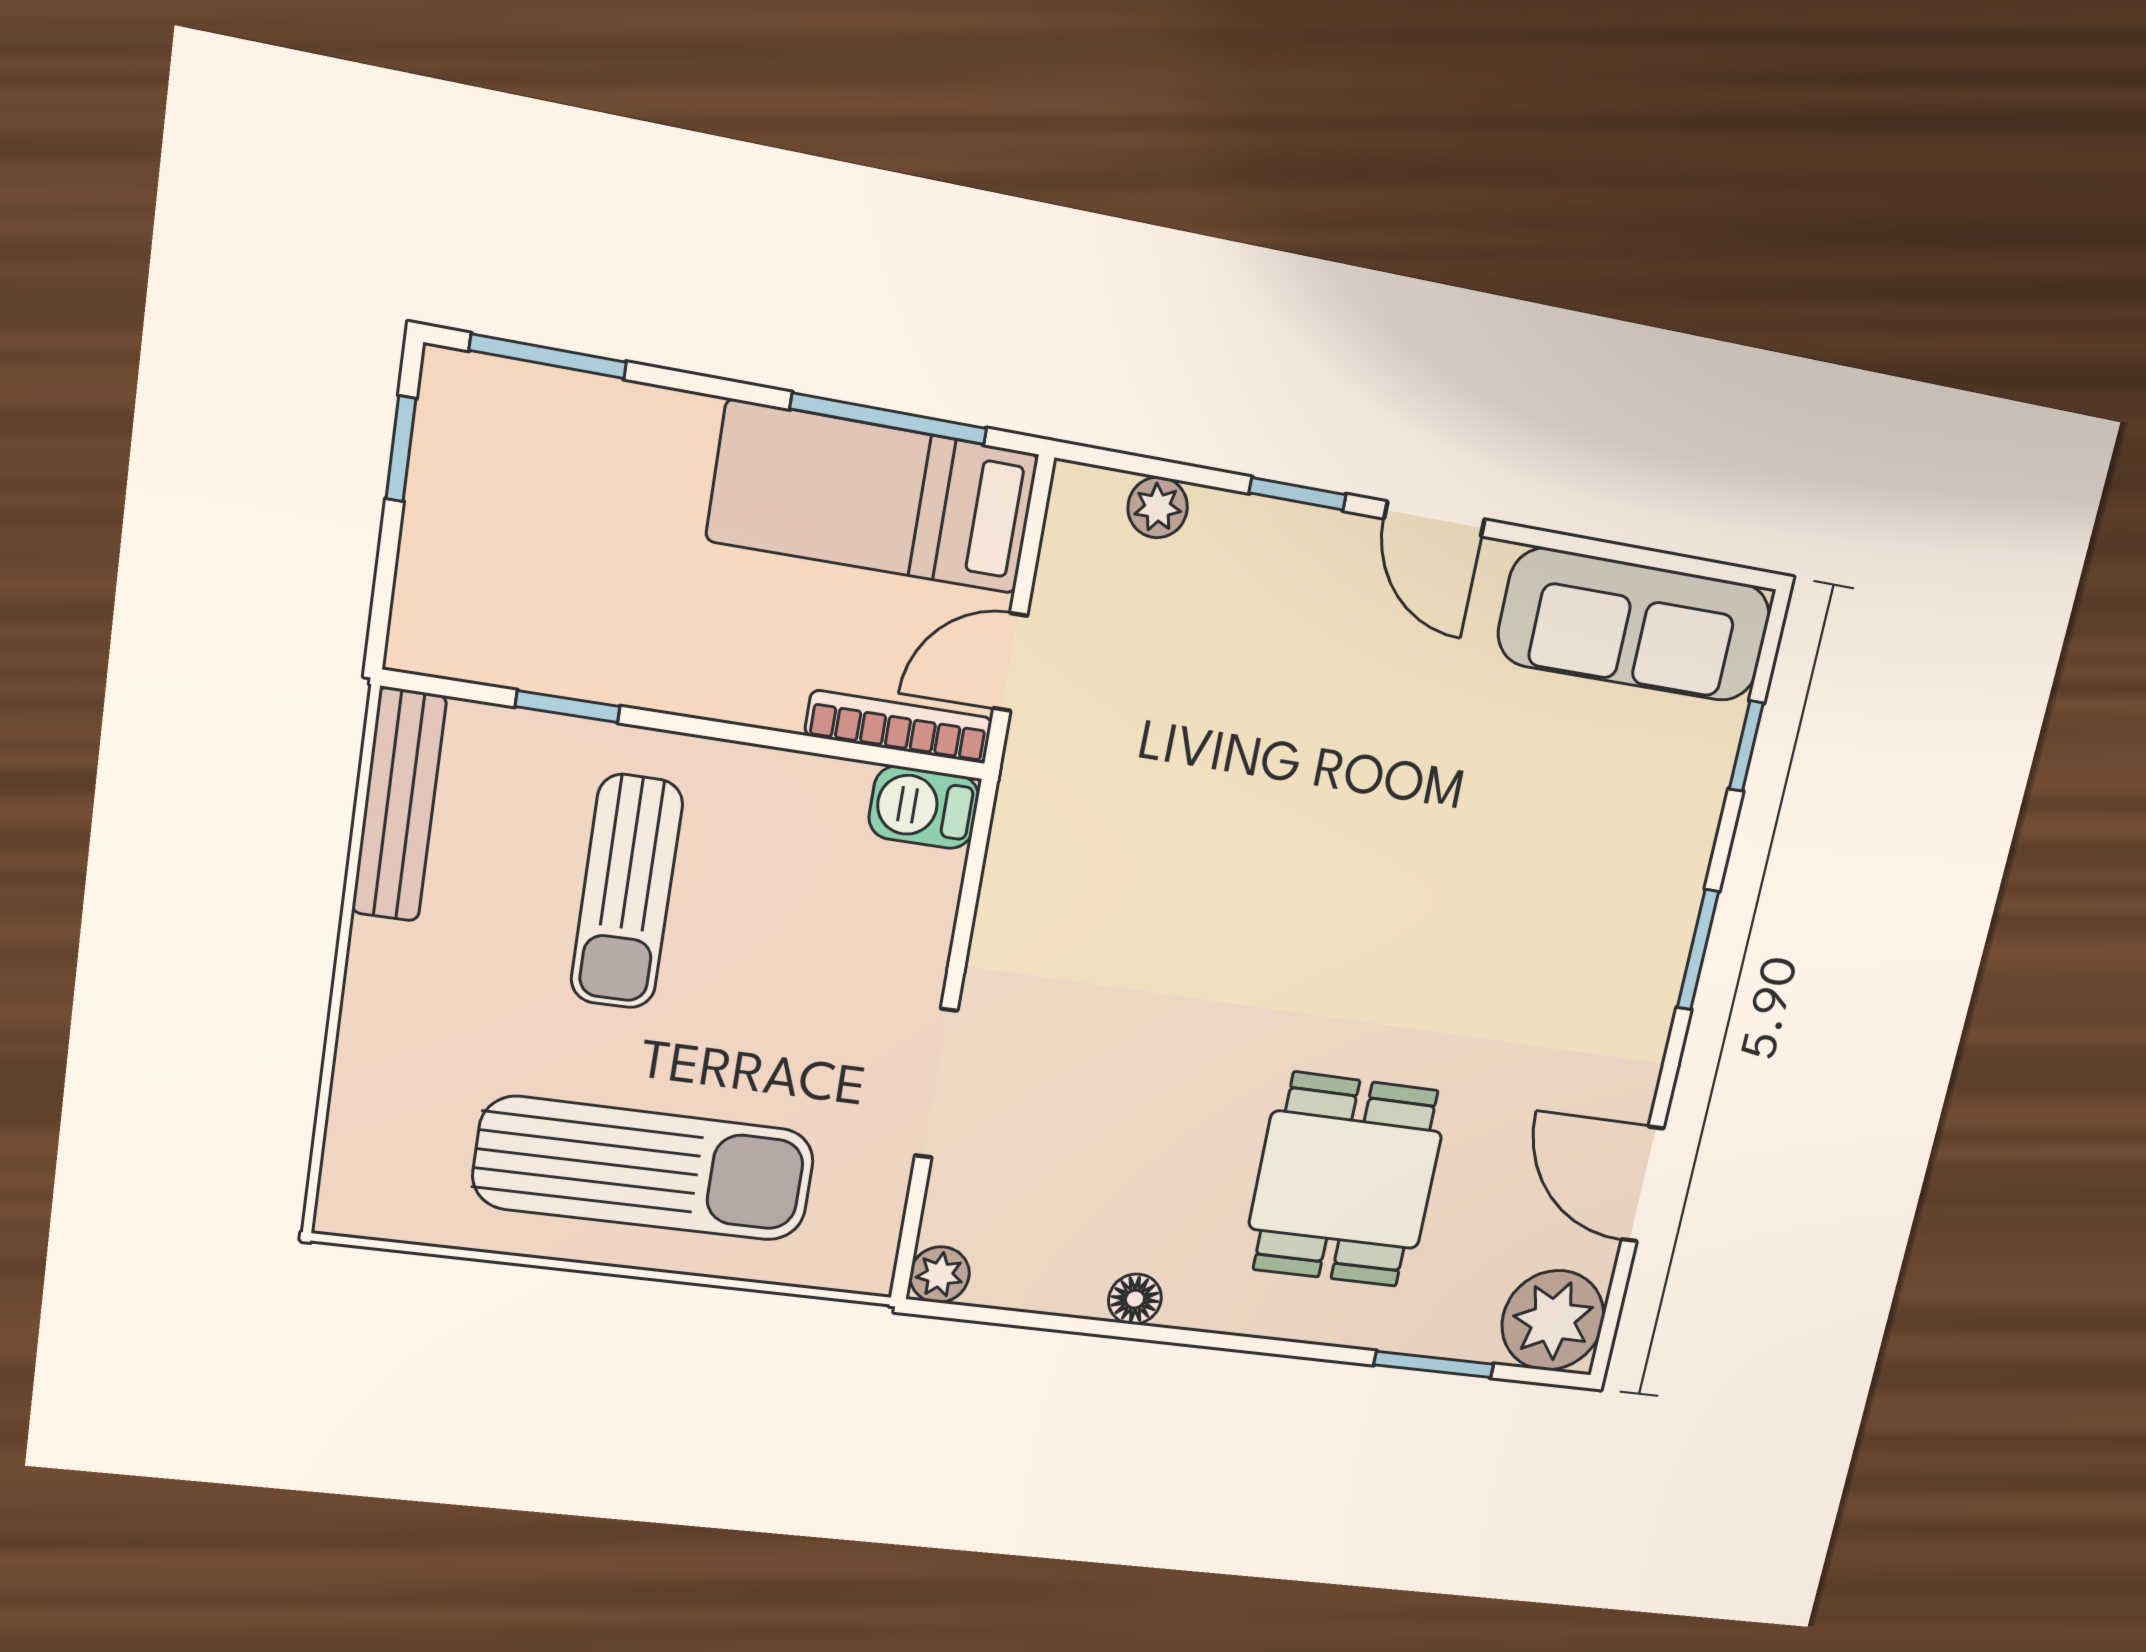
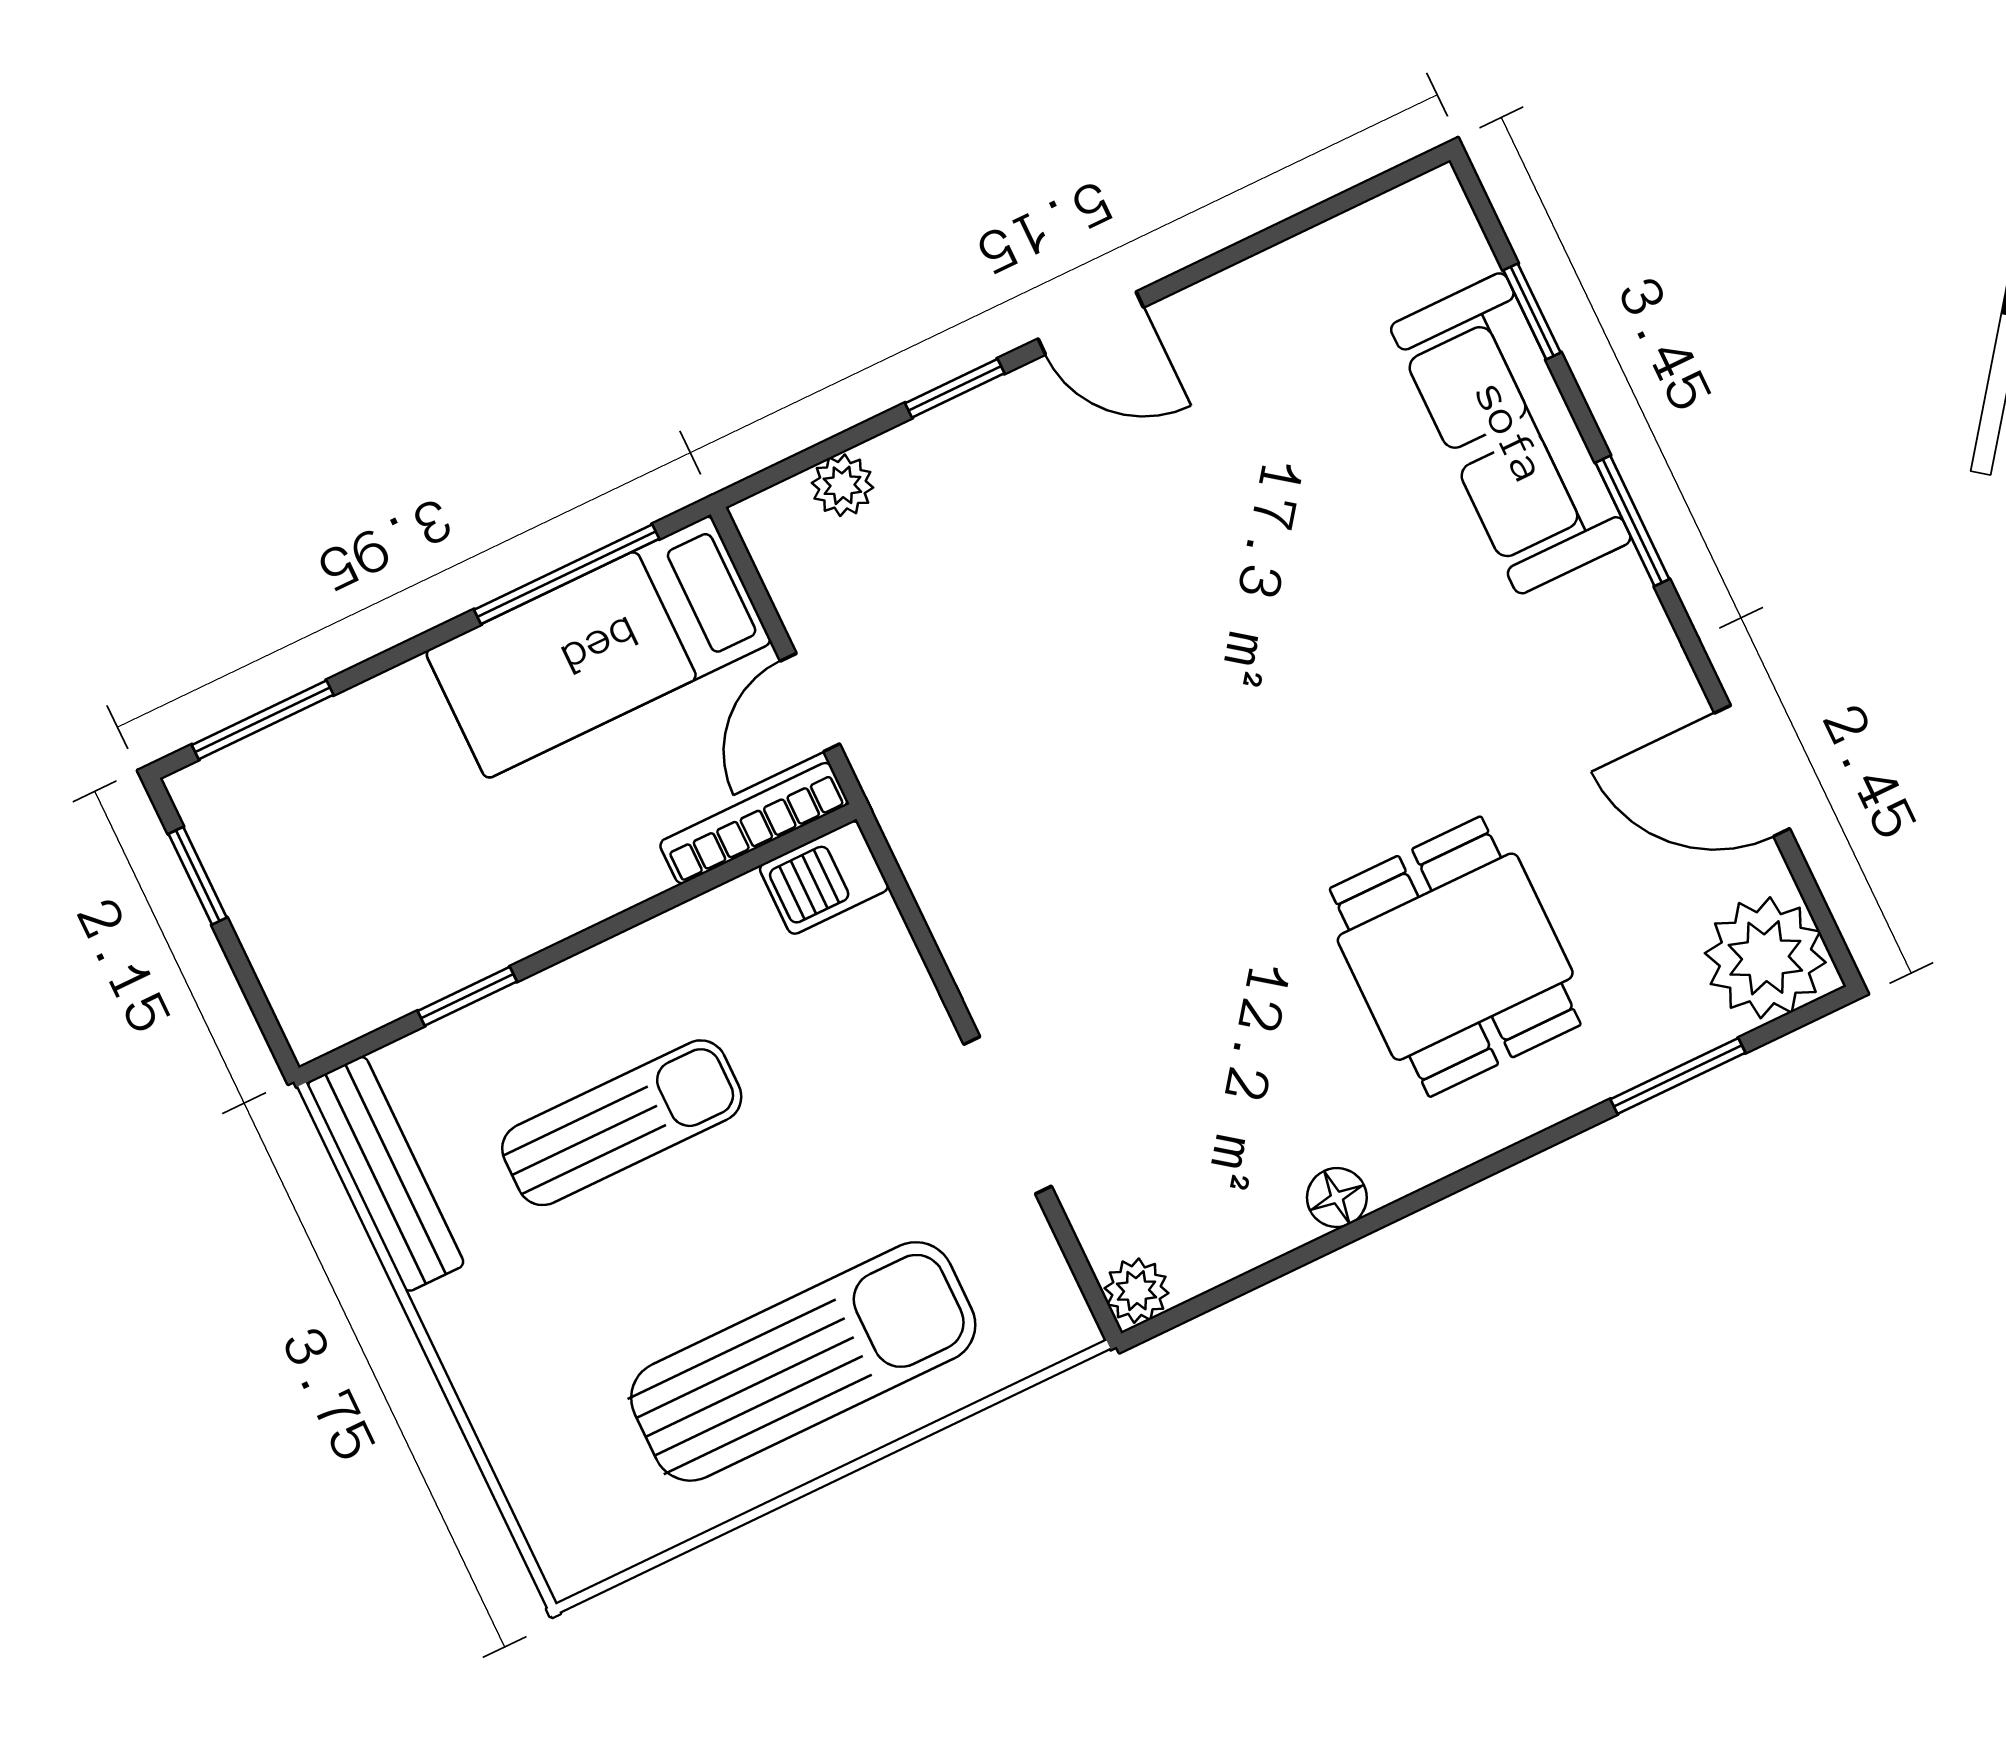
sofa: (1635, 625) -> (1511, 433), moved, turned 90
sun lounger: (627, 892) -> (622, 1123), turned -90

